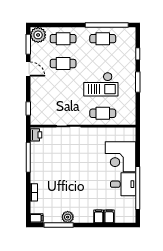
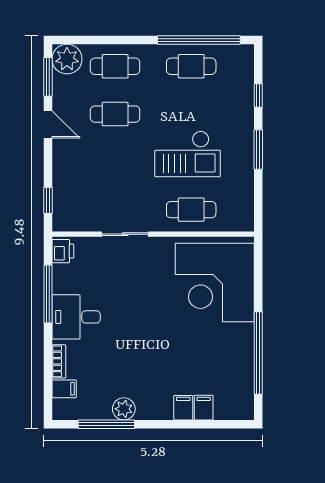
corner desk: (120, 157) -> (215, 282), width x1.36, depth x1.36
desk: (123, 184) -> (76, 317), moved, turned 180
filing cabinet: (37, 218) -> (64, 389), moved

